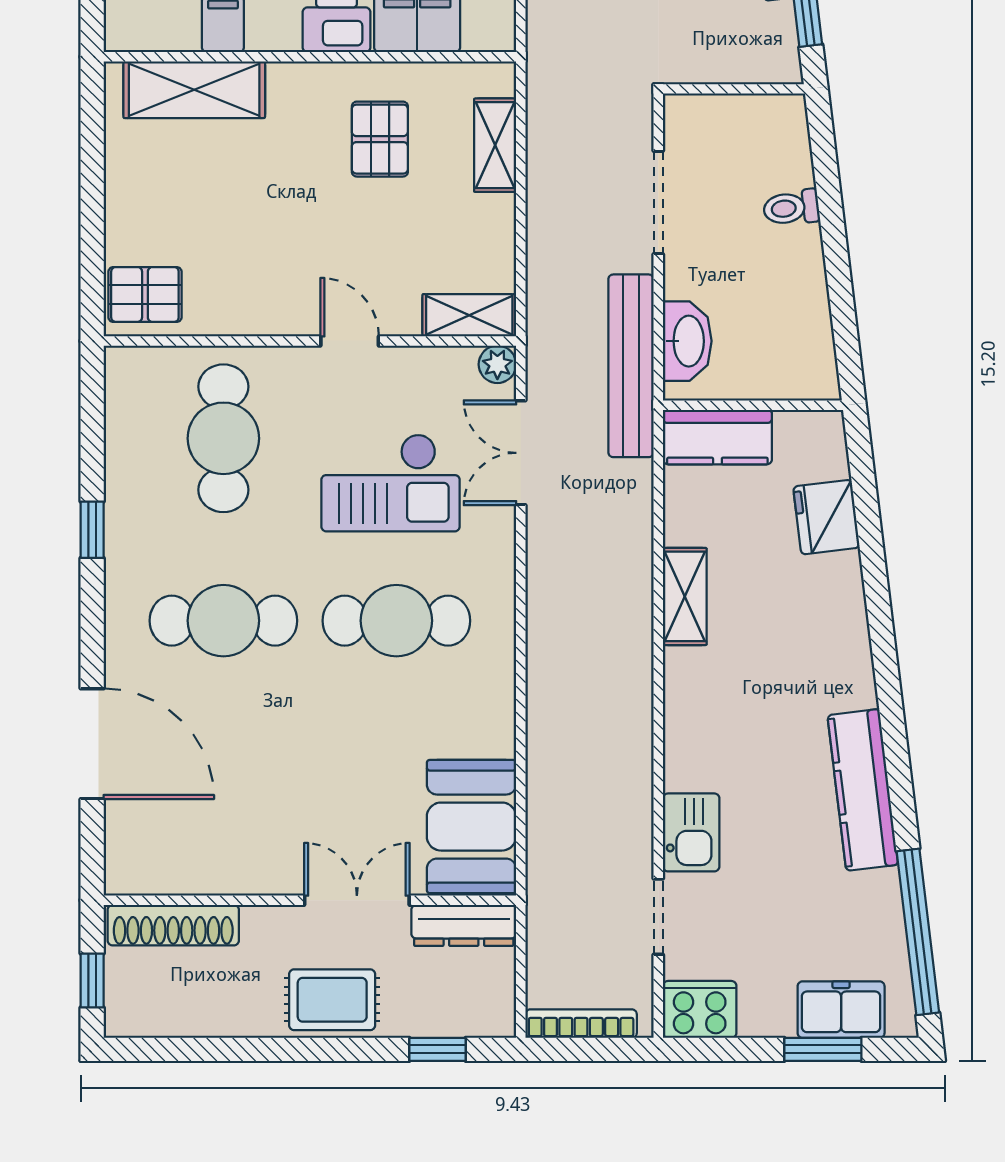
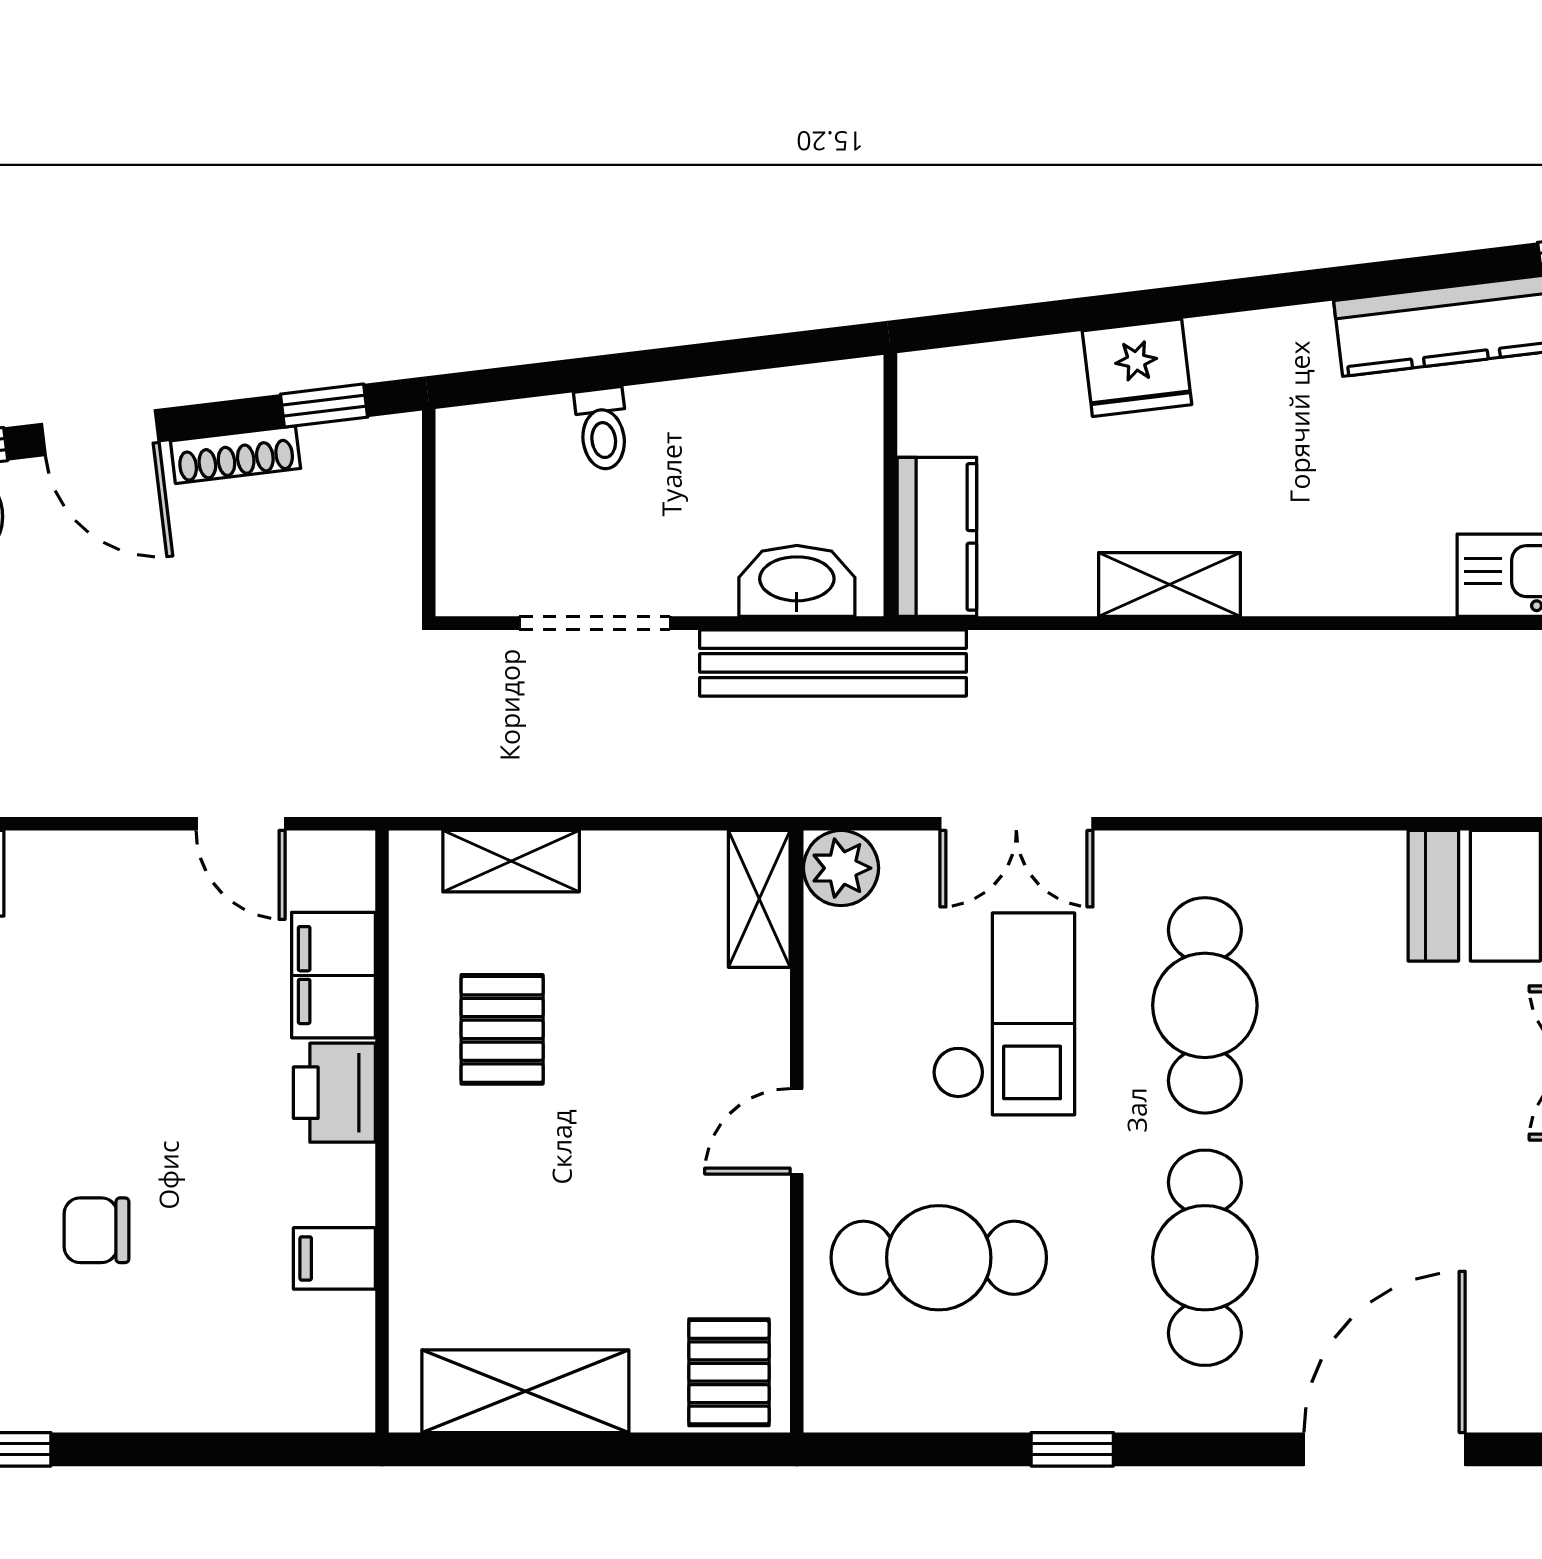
shelving: (194, 90) -> (525, 1391), moved, turned 90
pallet: (380, 139) -> (502, 1029), turned 90
door: (350, 341) -> (797, 1131), moved
plant: (497, 364) -> (841, 868), width x1.38, depth x1.38
double door: (521, 453) -> (1016, 824), moved
fridge: (826, 517) -> (1137, 368), moved

